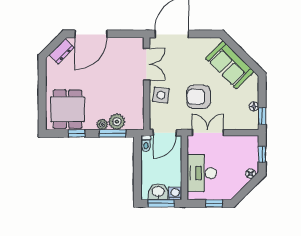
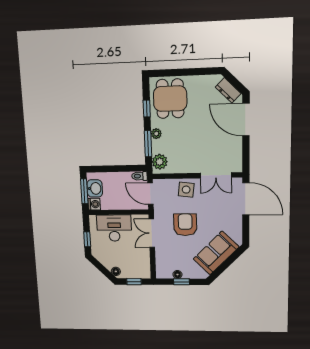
dining table: (68, 109) -> (170, 99), turned 90
window: (262, 116) -> (181, 282), moved
plant: (117, 122) -> (160, 162), moved
double door: (208, 133) -> (152, 233), swing flipped

